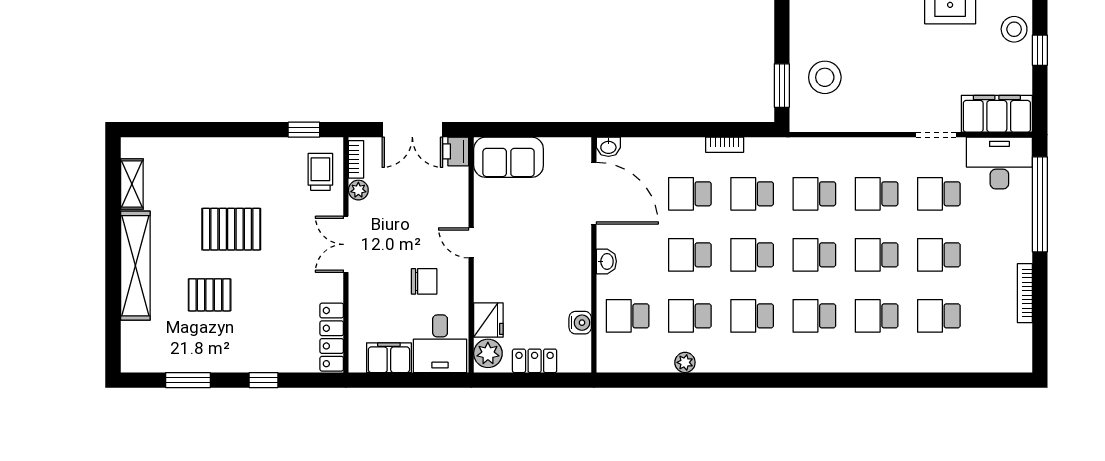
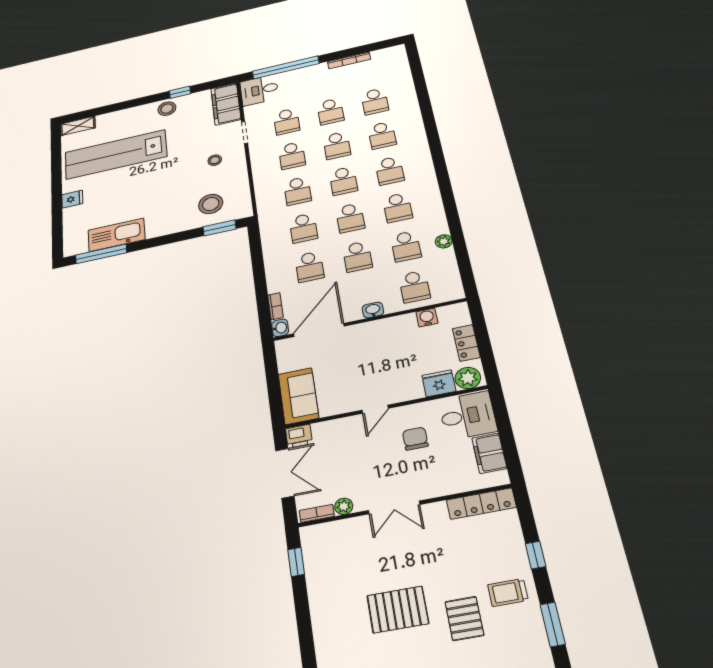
stool: (899, 89) -> (215, 160), added
bookcase: (725, 145) -> (276, 306), moved
desk: (999, 163) -> (259, 90), width x0.73
trolley: (320, 172) -> (508, 592), moved
pallet: (231, 229) -> (398, 610), turned 90

